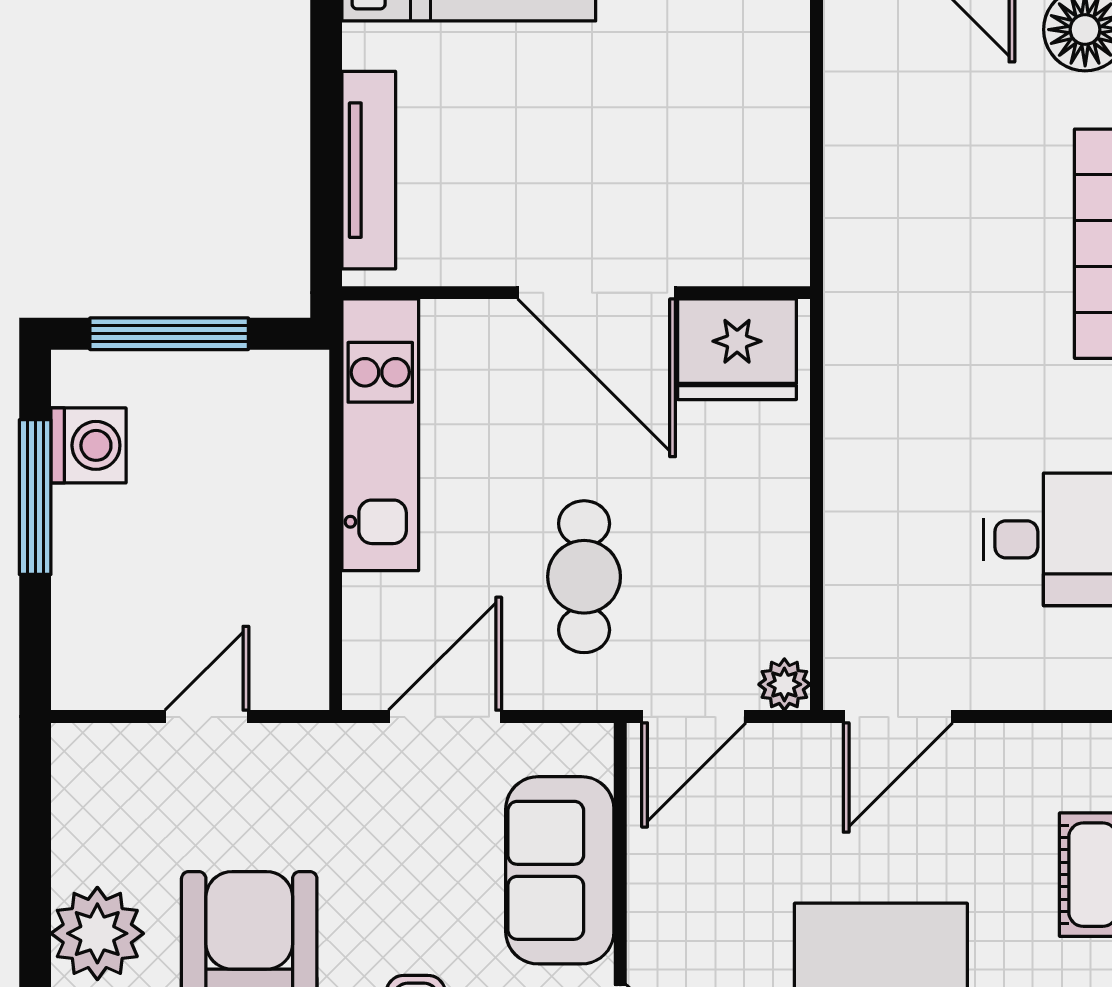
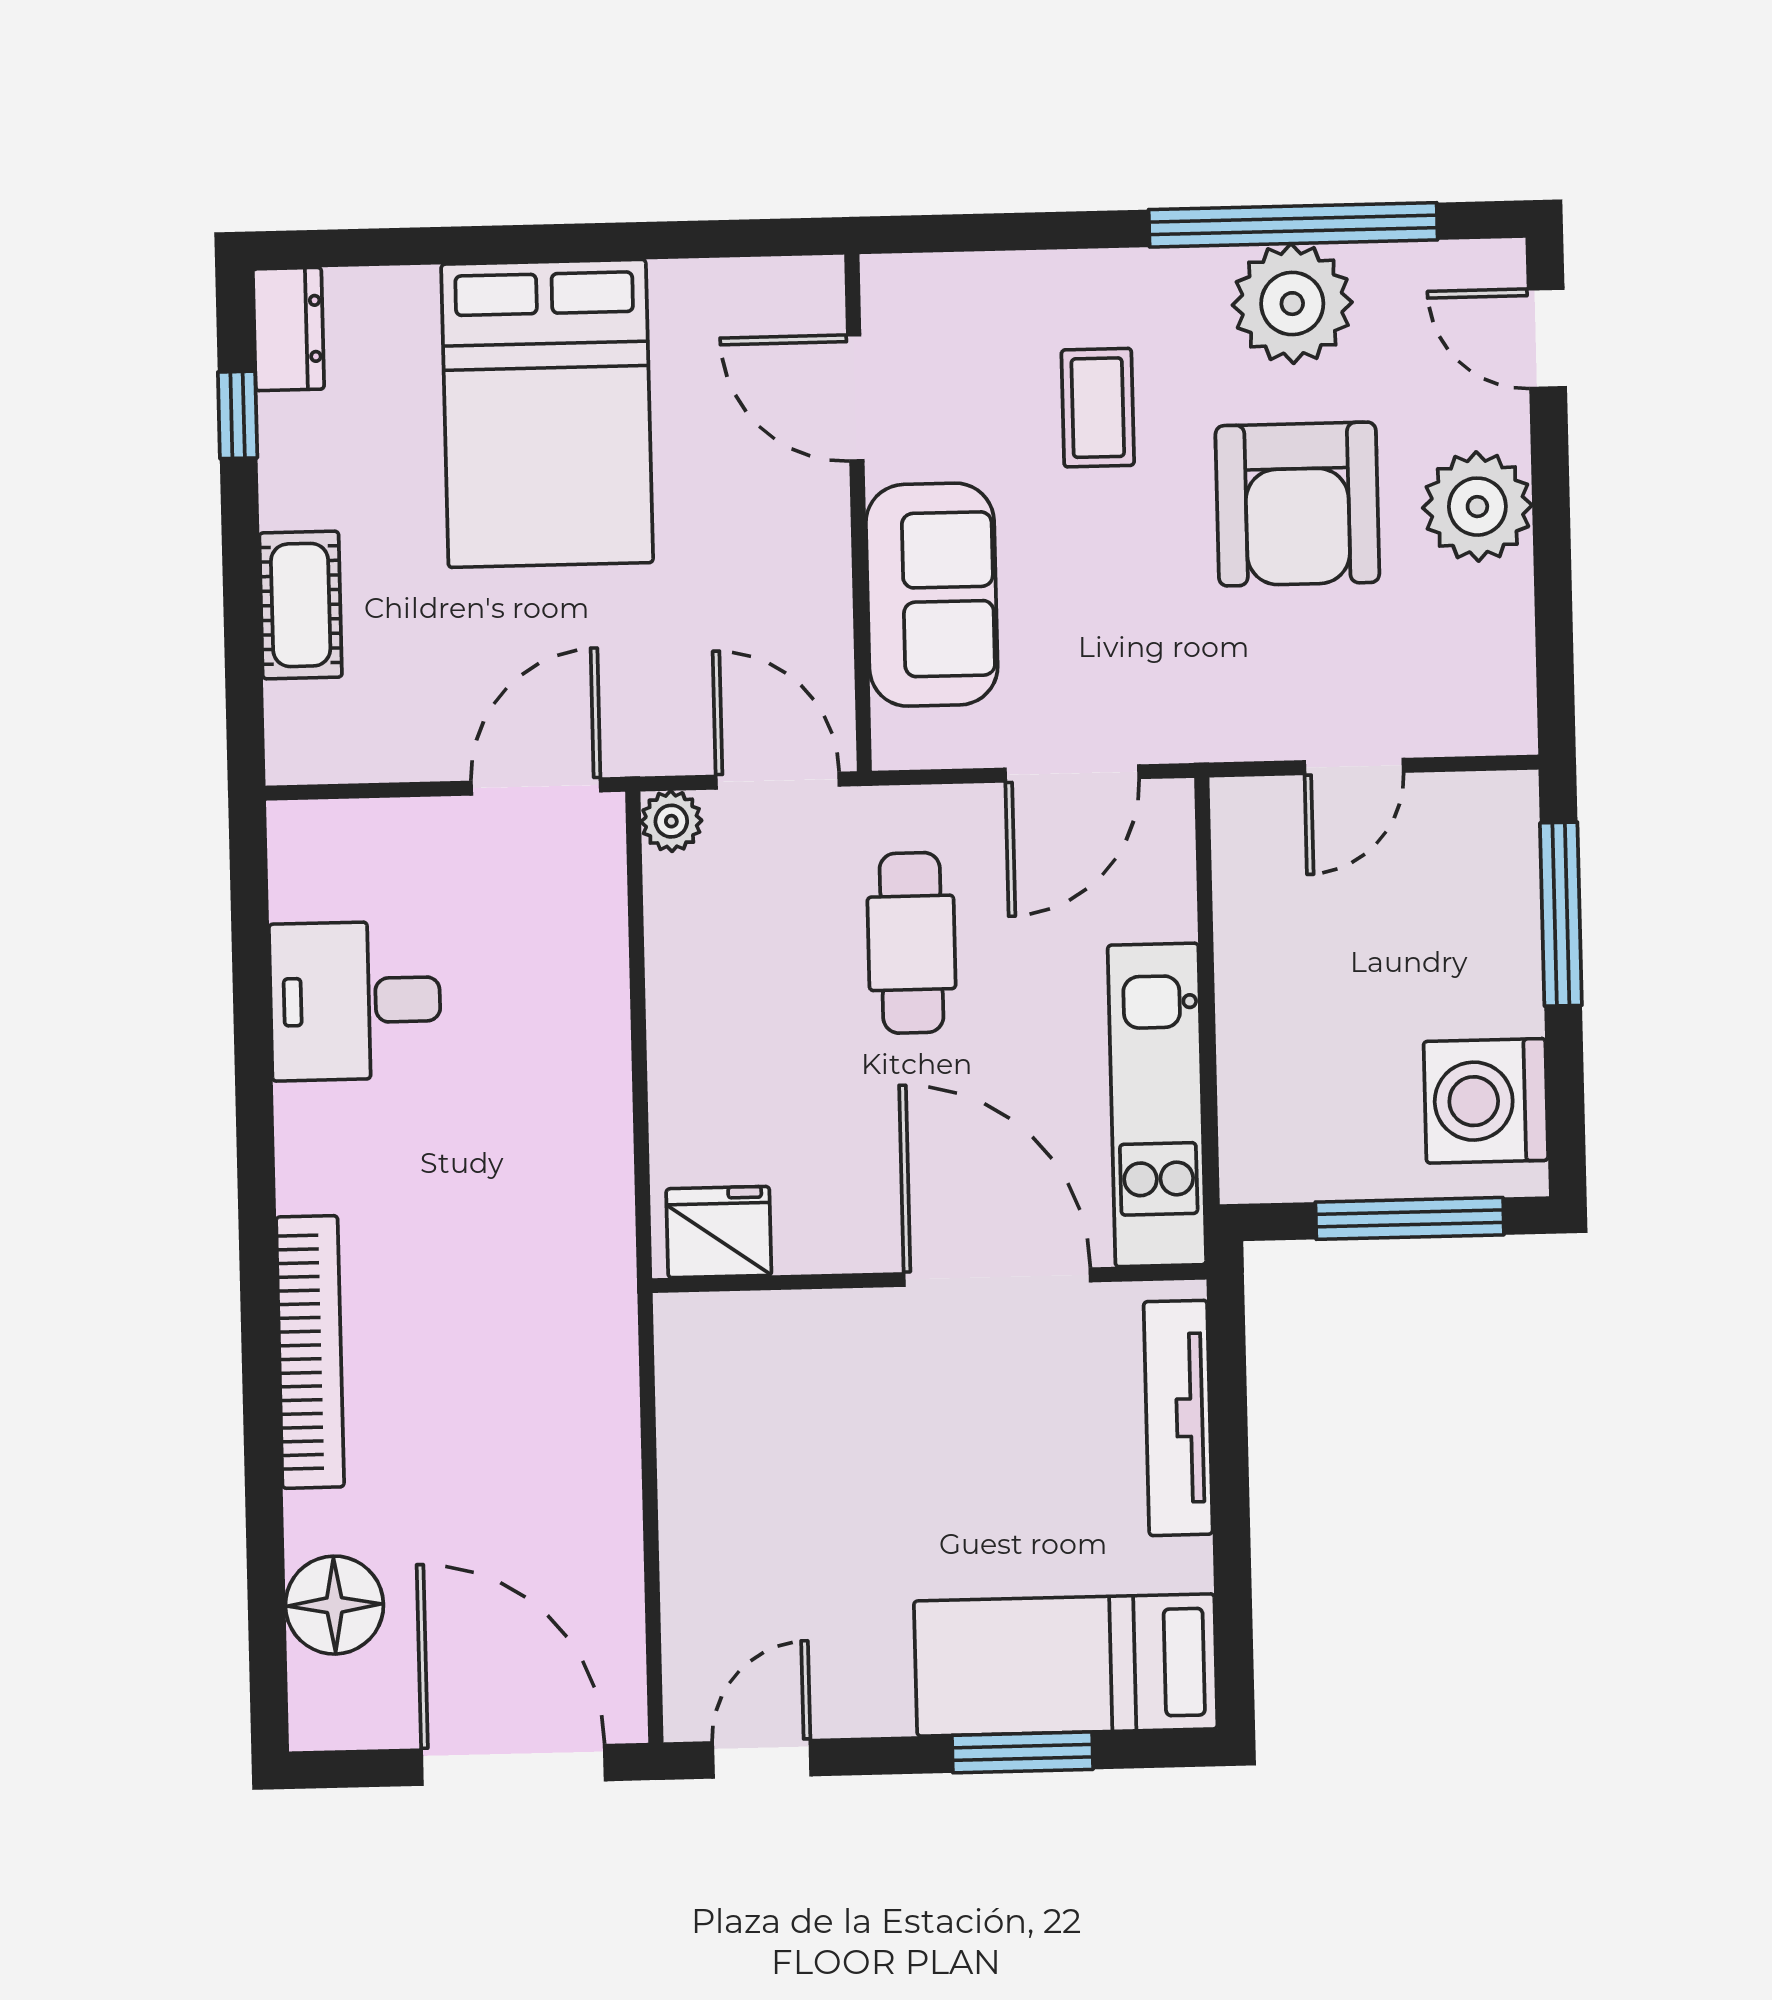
door: (597, 293) -> (997, 1277), moved
fridge: (737, 349) -> (719, 1232), width x0.73, depth x0.75
washing machine: (88, 445) -> (1486, 1101), width x1.37, depth x1.37
window: (35, 497) -> (1561, 914), moved
door: (694, 717) -> (778, 781), hinge flipped

